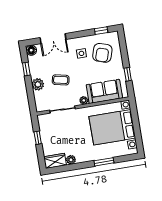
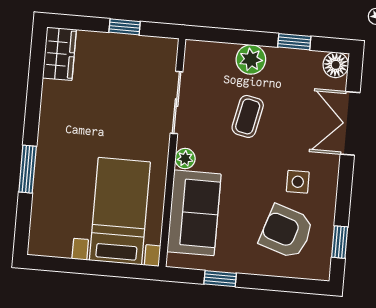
bed with nightstands: (112, 127) -> (120, 211), width x0.73
plant: (71, 160) -> (52, 92), removed

